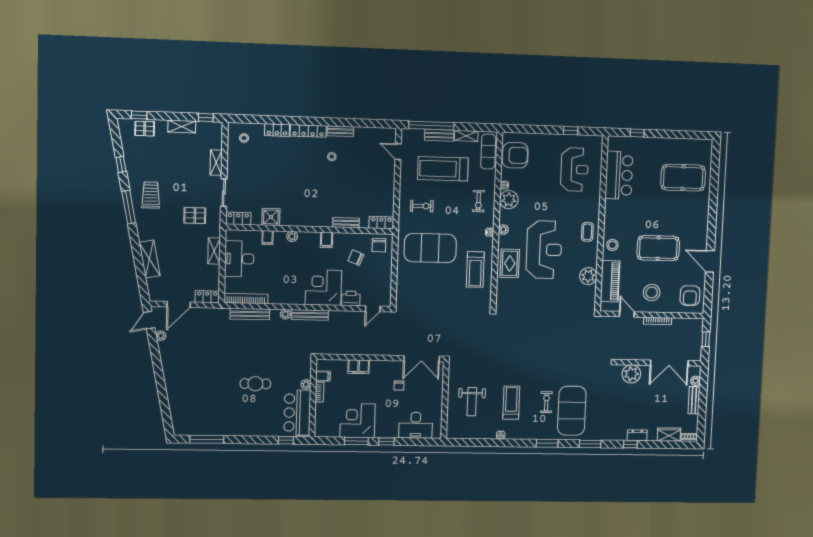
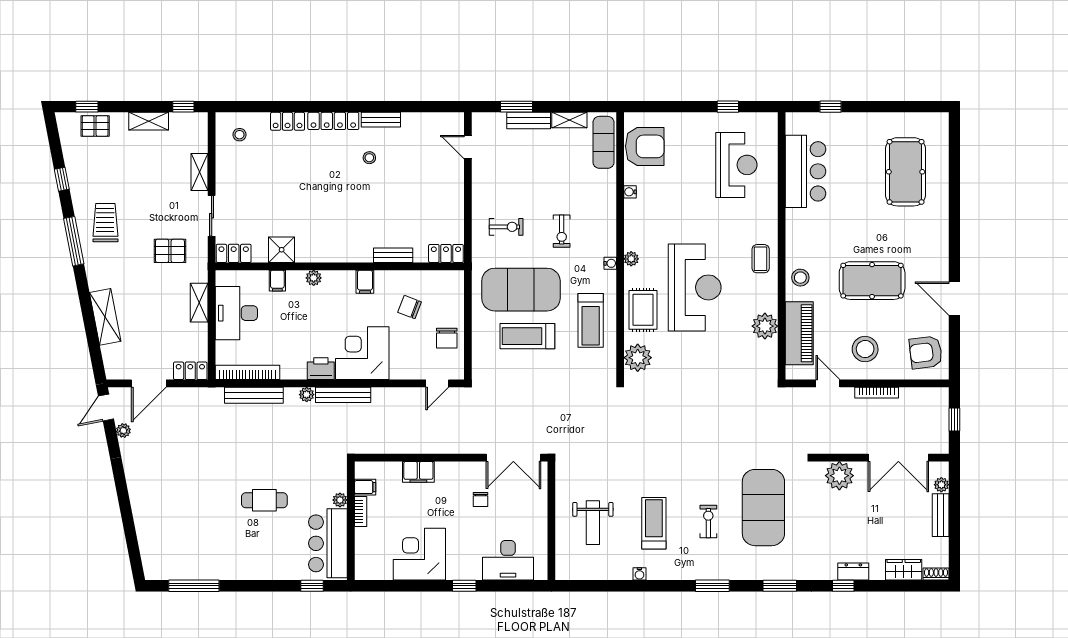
window: (431, 126) -> (517, 107), width x0.47
treadmill: (443, 169) -> (527, 336), moved, width x0.73, depth x0.73
pool table: (683, 178) -> (906, 172), turned 90
plant: (509, 200) -> (638, 358), moved
exercise bike: (479, 201) -> (562, 231), moved
chair: (379, 245) -> (447, 338), moved
armchair: (690, 296) -> (926, 352), turned 83
printer: (351, 298) -> (321, 369), moved
exercise mat: (572, 411) -> (763, 508), moved
window: (356, 441) -> (418, 586), removed

